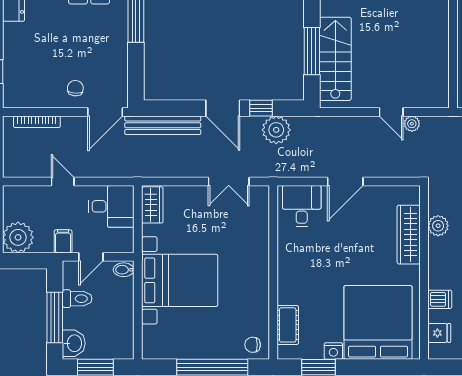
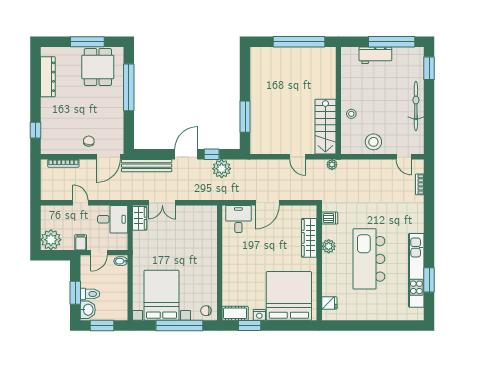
stairs: (335, 59) -> (325, 127), moved, turned 180
door: (223, 108) -> (186, 154), swing flipped
plant: (412, 124) -> (332, 165), moved
double door: (229, 181) -> (162, 203), moved
plant: (438, 226) -> (329, 246), moved
bed with nightstands: (180, 280) -> (162, 295), moved, turned -90
toilet: (77, 299) -> (90, 294), moved
dishwasher: (440, 299) -> (330, 218), moved
window: (55, 317) -> (75, 293), width x0.69
cot: (288, 325) -> (235, 313), moved, turned 90

